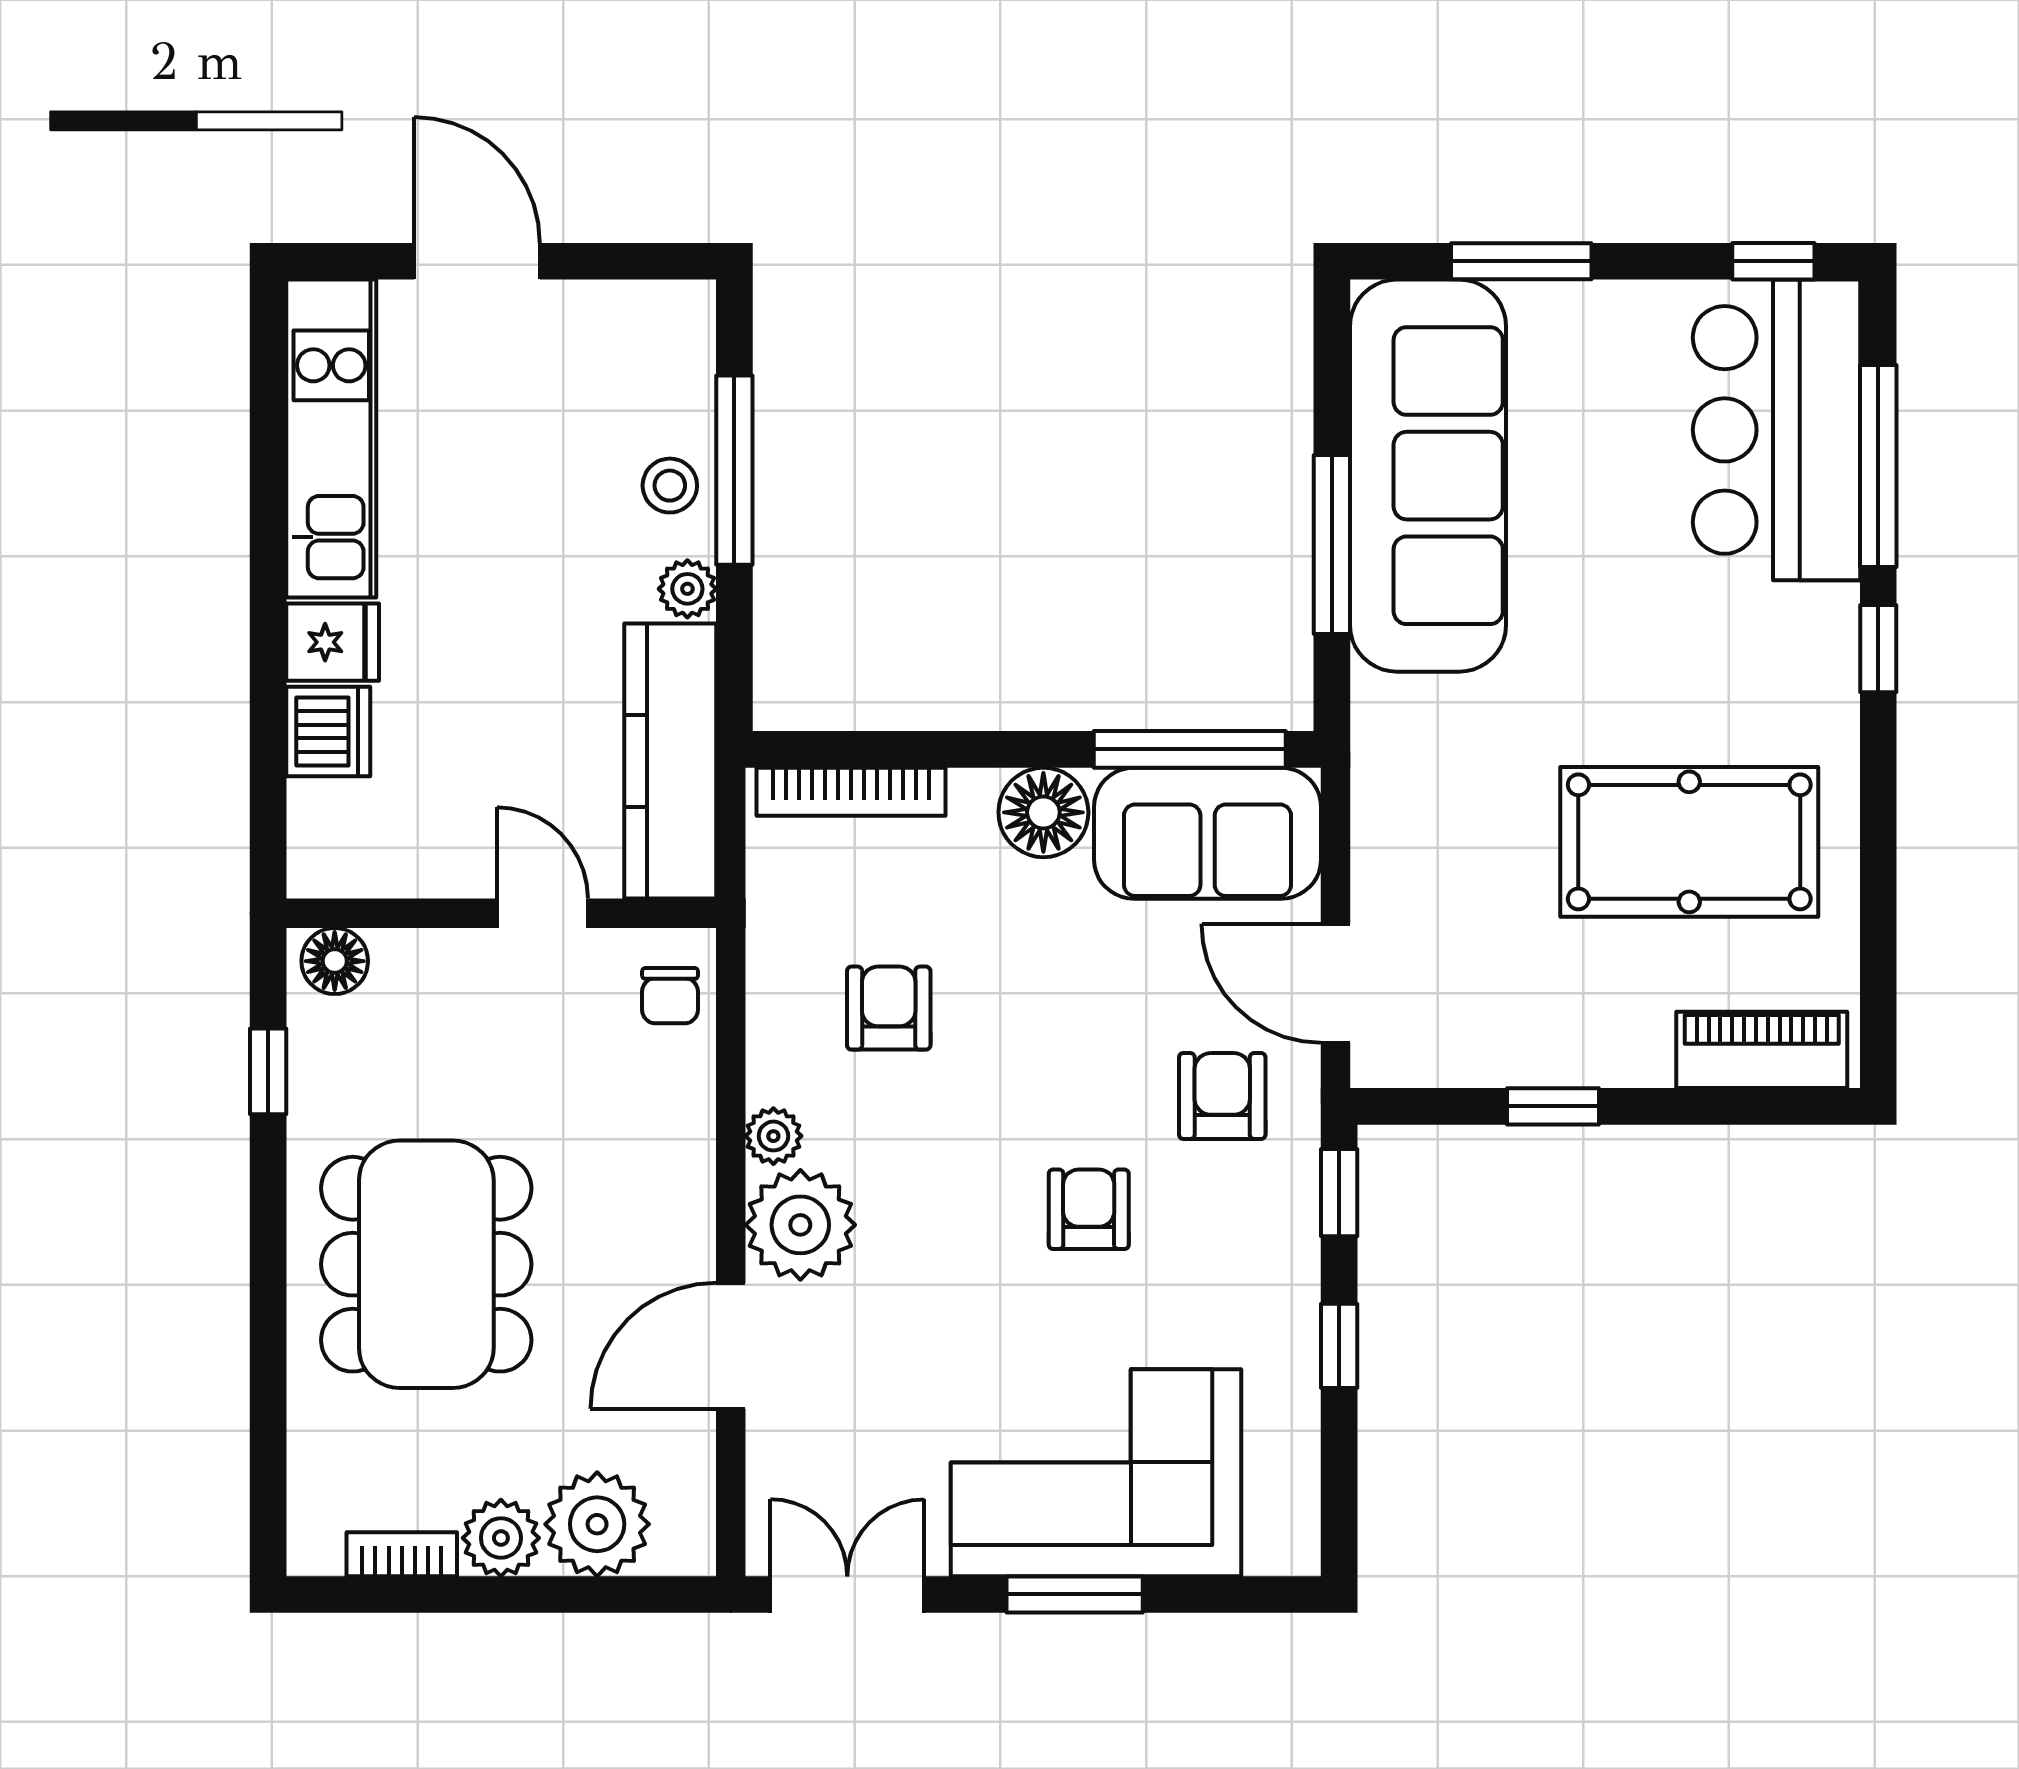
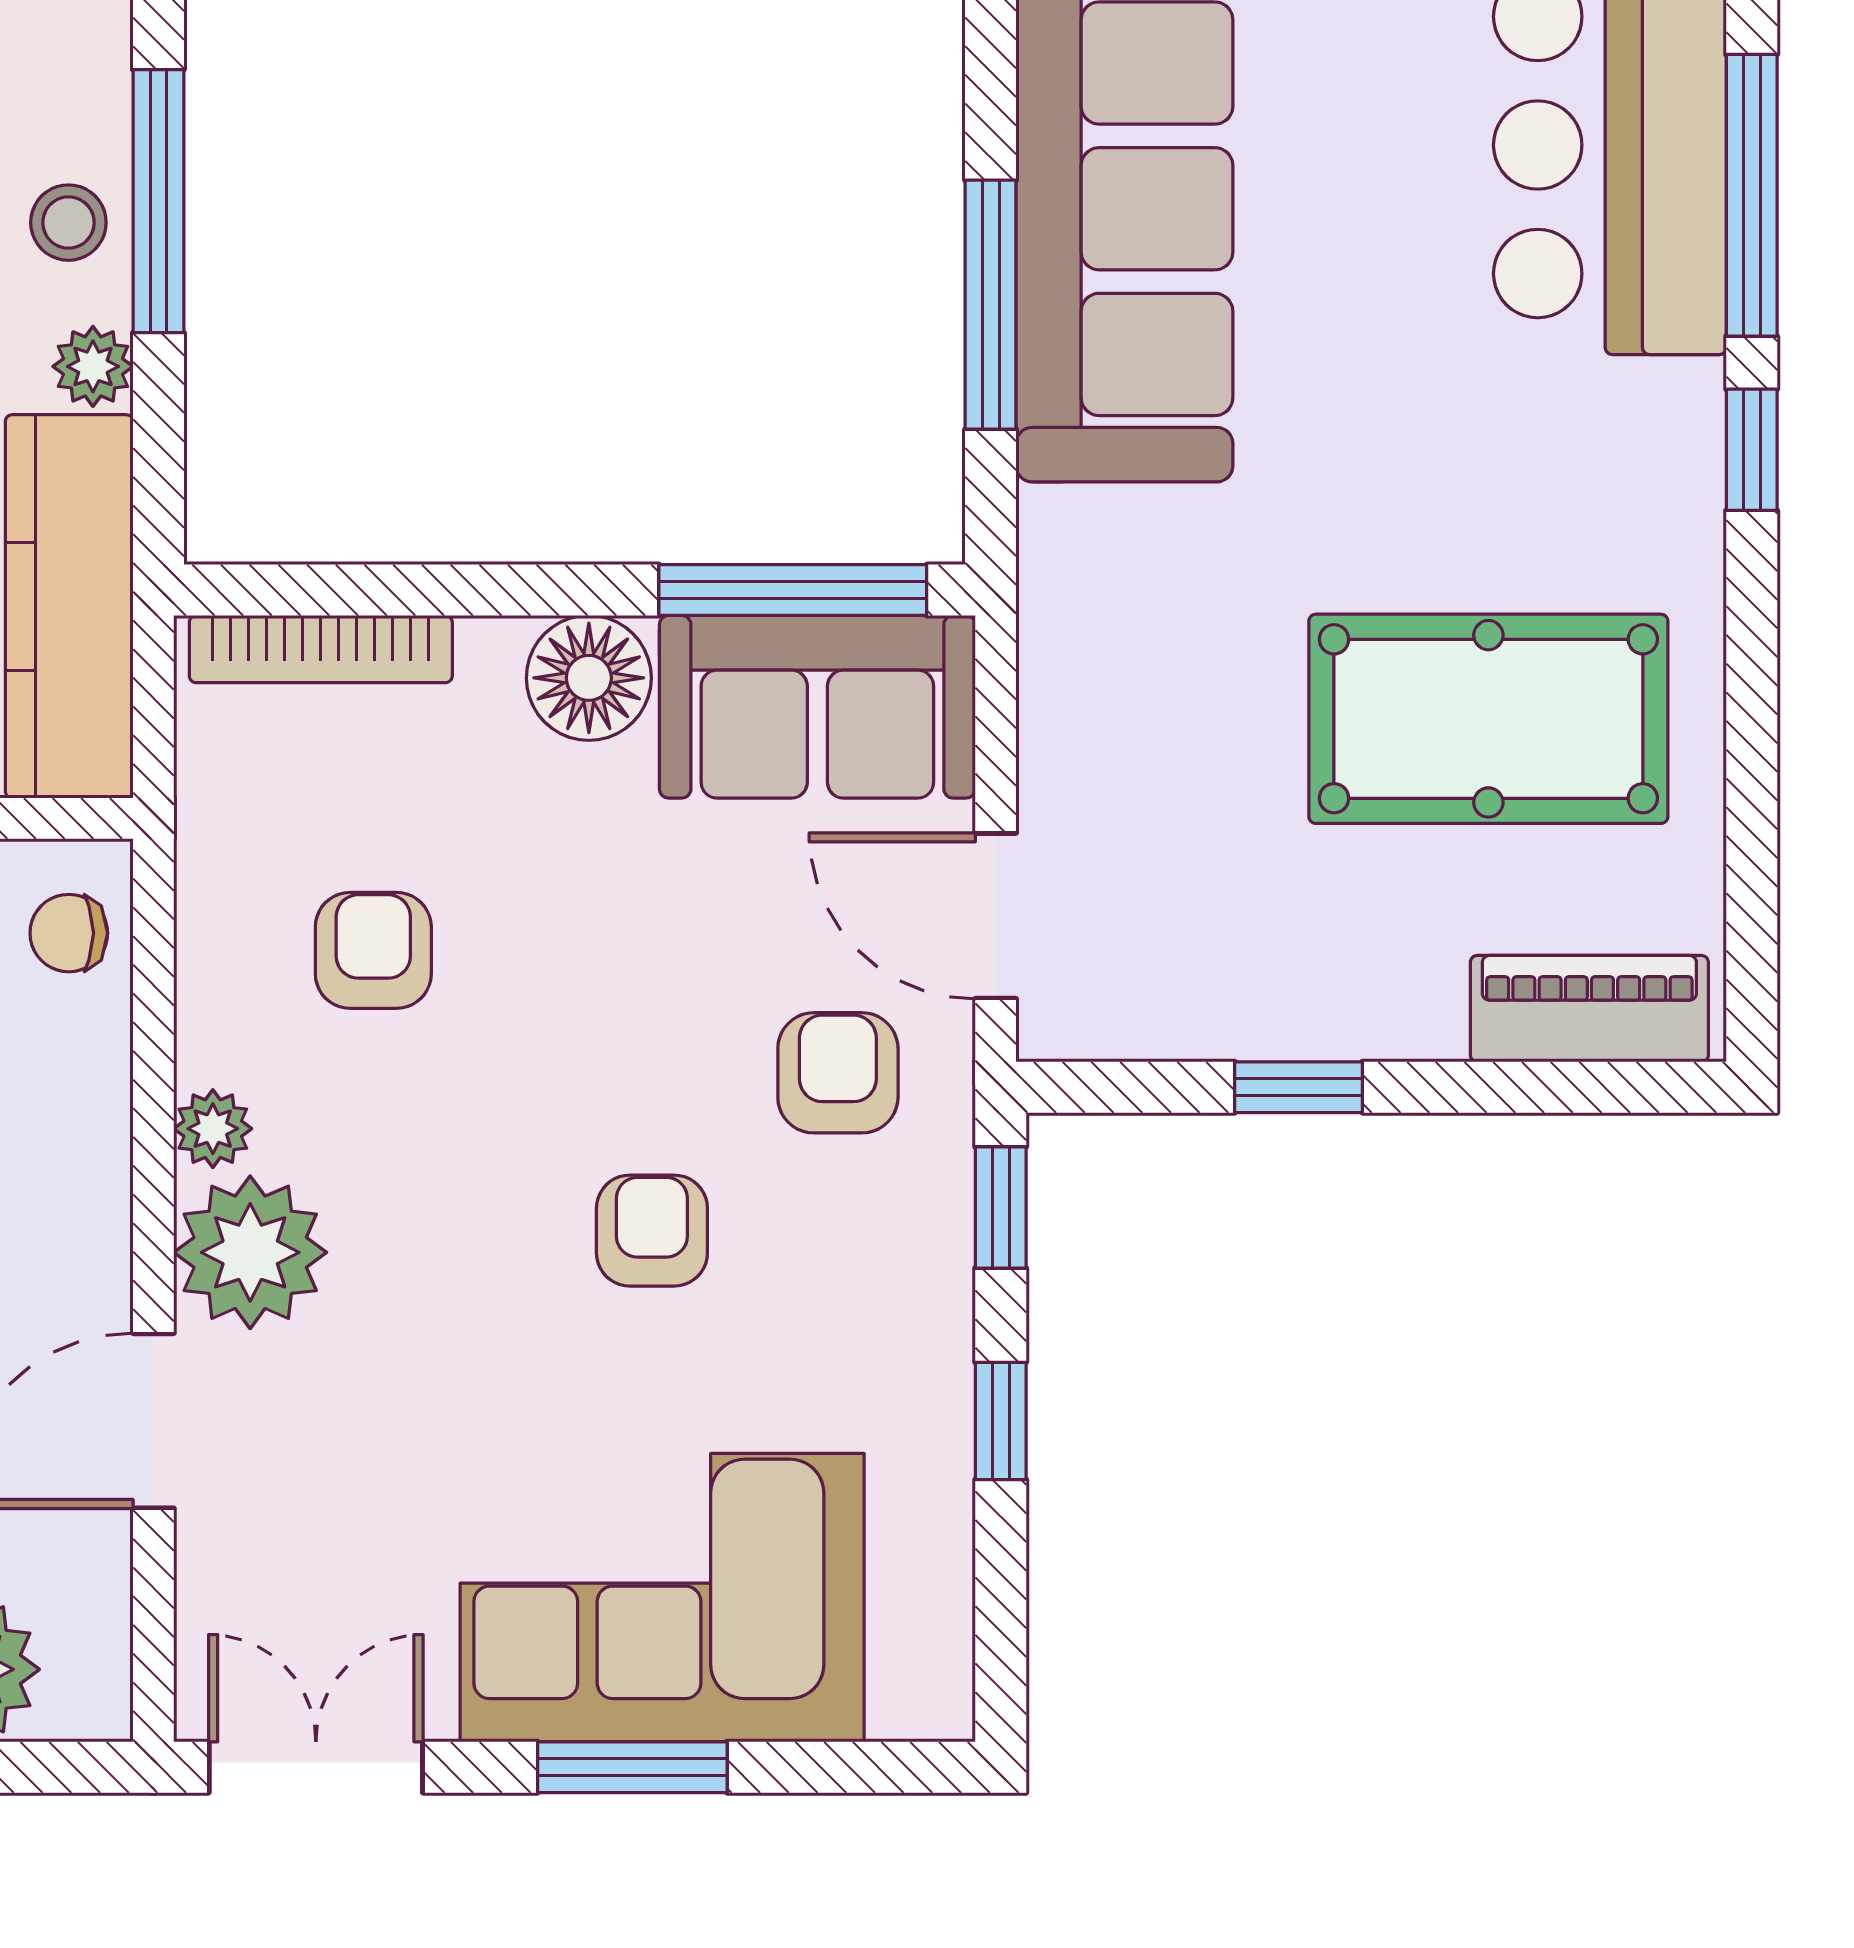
chair: (670, 996) -> (69, 933), turned 90

